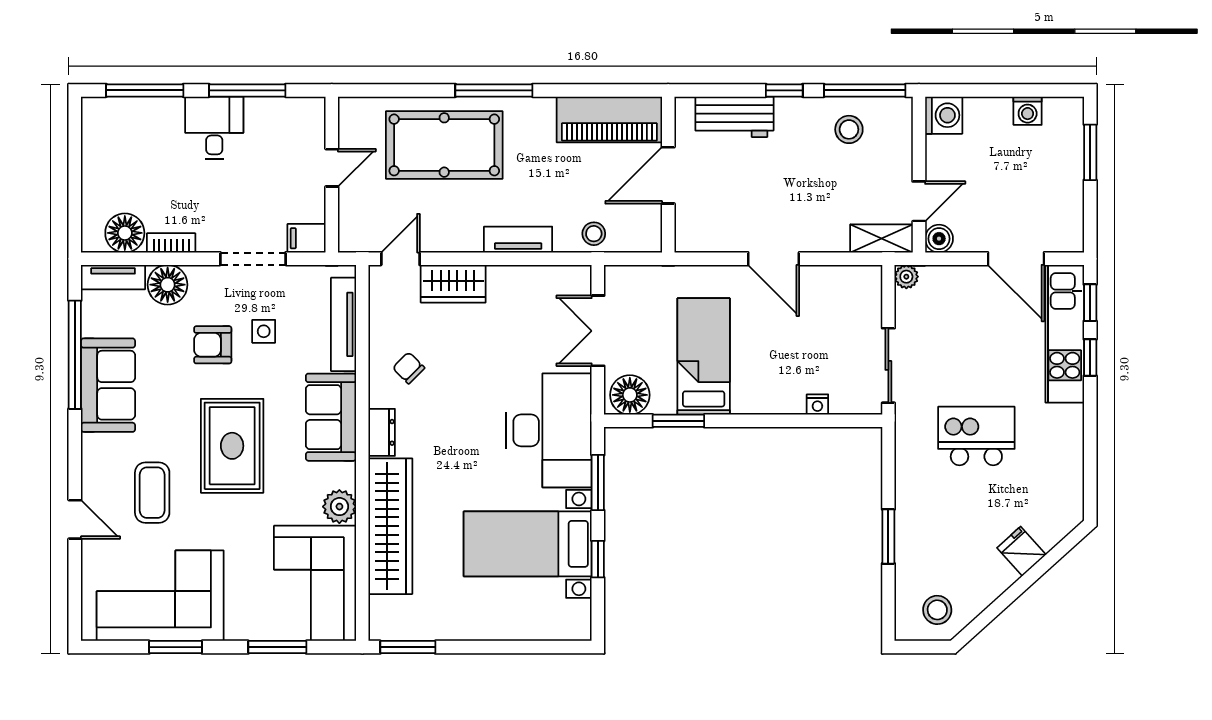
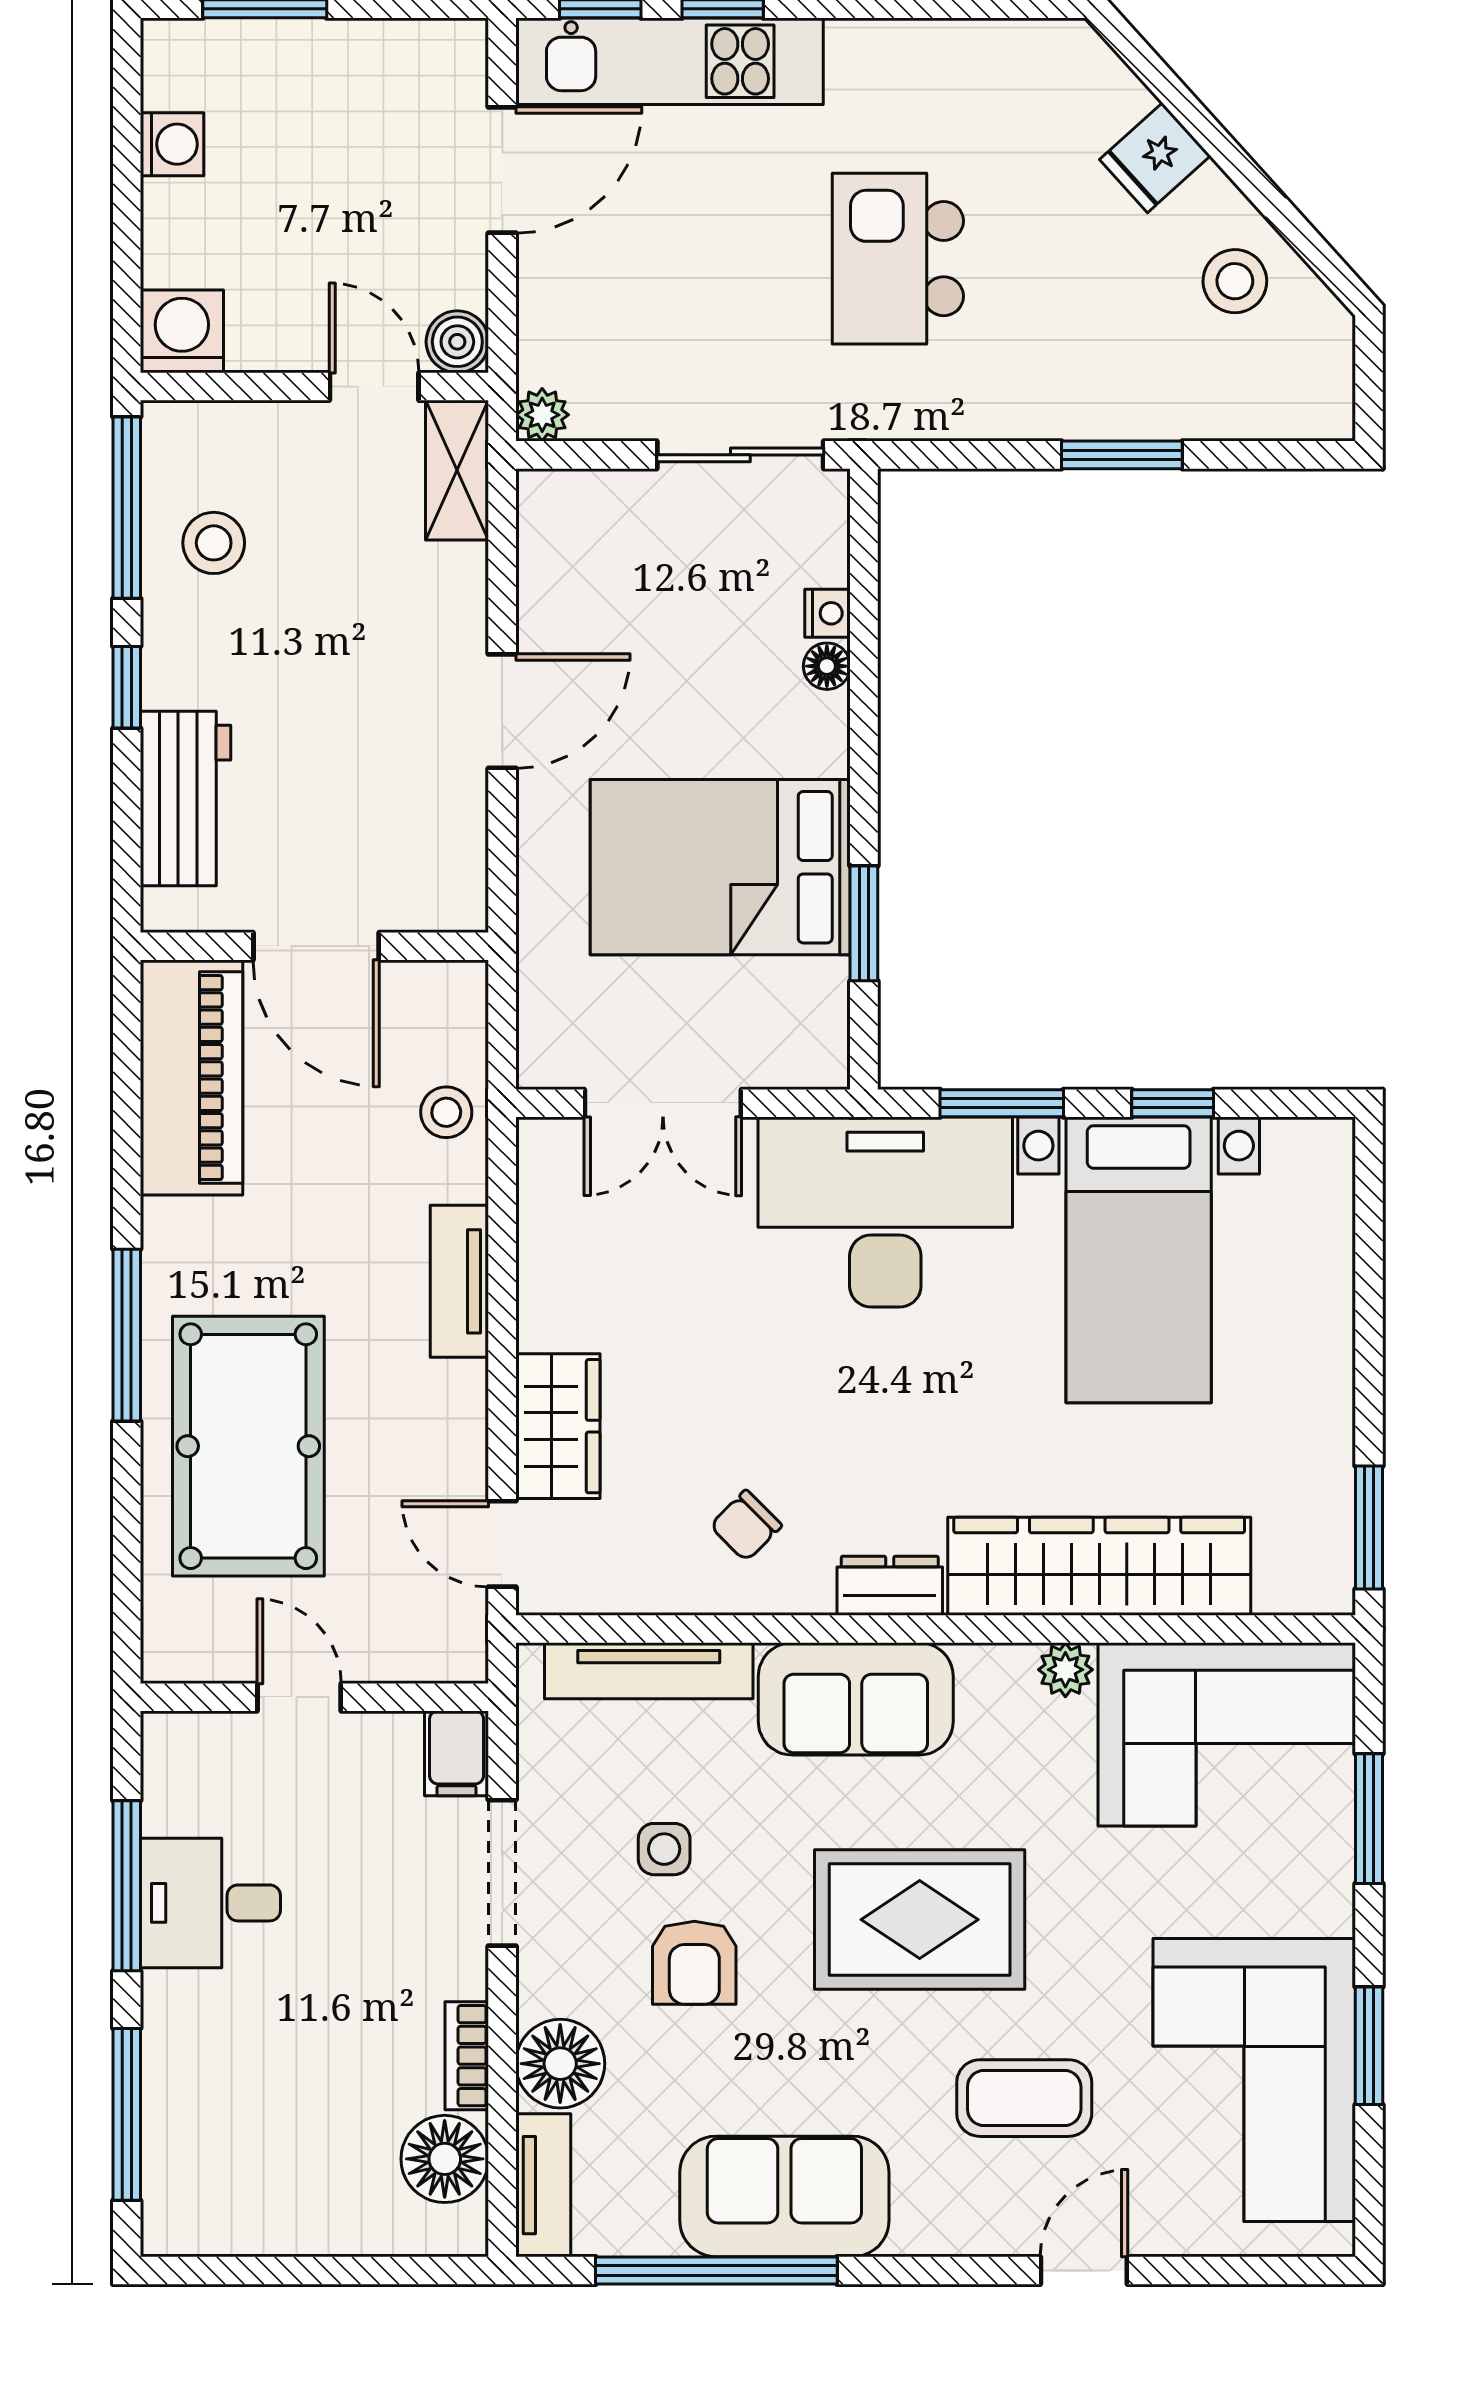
desk: (214, 128) -> (210, 1903), moved
bed: (704, 356) -> (720, 867), width x1.50
floor lamp: (630, 395) -> (827, 666), moved, width x0.53, depth x0.53
plant: (339, 507) -> (1065, 1670), width x0.73, depth x0.73
stool: (937, 610) -> (1235, 281), moved

